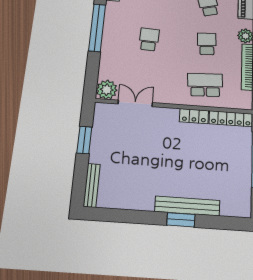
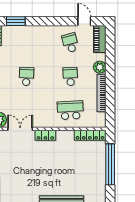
locker: (194, 116) -> (45, 135), moved

